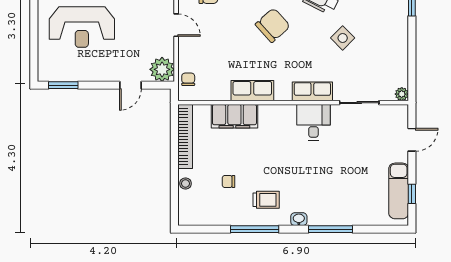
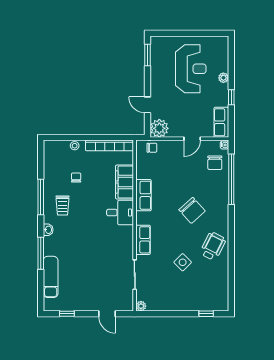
reception desk: (82, 27) -> (191, 69), turned 180
desk: (313, 122) -> (120, 213), moved
exam couch: (399, 191) -> (51, 277), moved, turned 90

